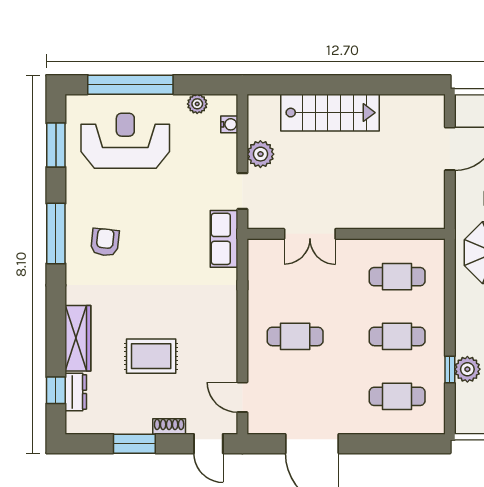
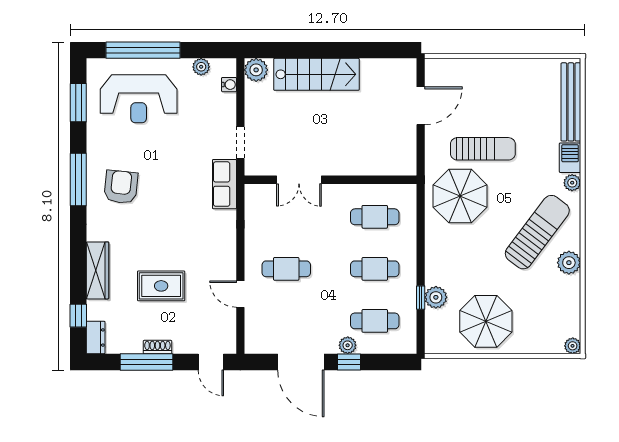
reception desk: (125, 141) -> (139, 99), turned 180
plant: (260, 154) -> (256, 70), moved
armchair: (105, 242) -> (121, 187), width x1.38, depth x1.38
dresser: (76, 392) -> (96, 338), moved
door: (242, 397) -> (240, 294), moved
plant: (366, 424) -> (348, 345), added
shoe rack: (169, 426) -> (157, 347), moved
window: (134, 444) -> (147, 362), width x1.44
window: (367, 444) -> (349, 362), added

